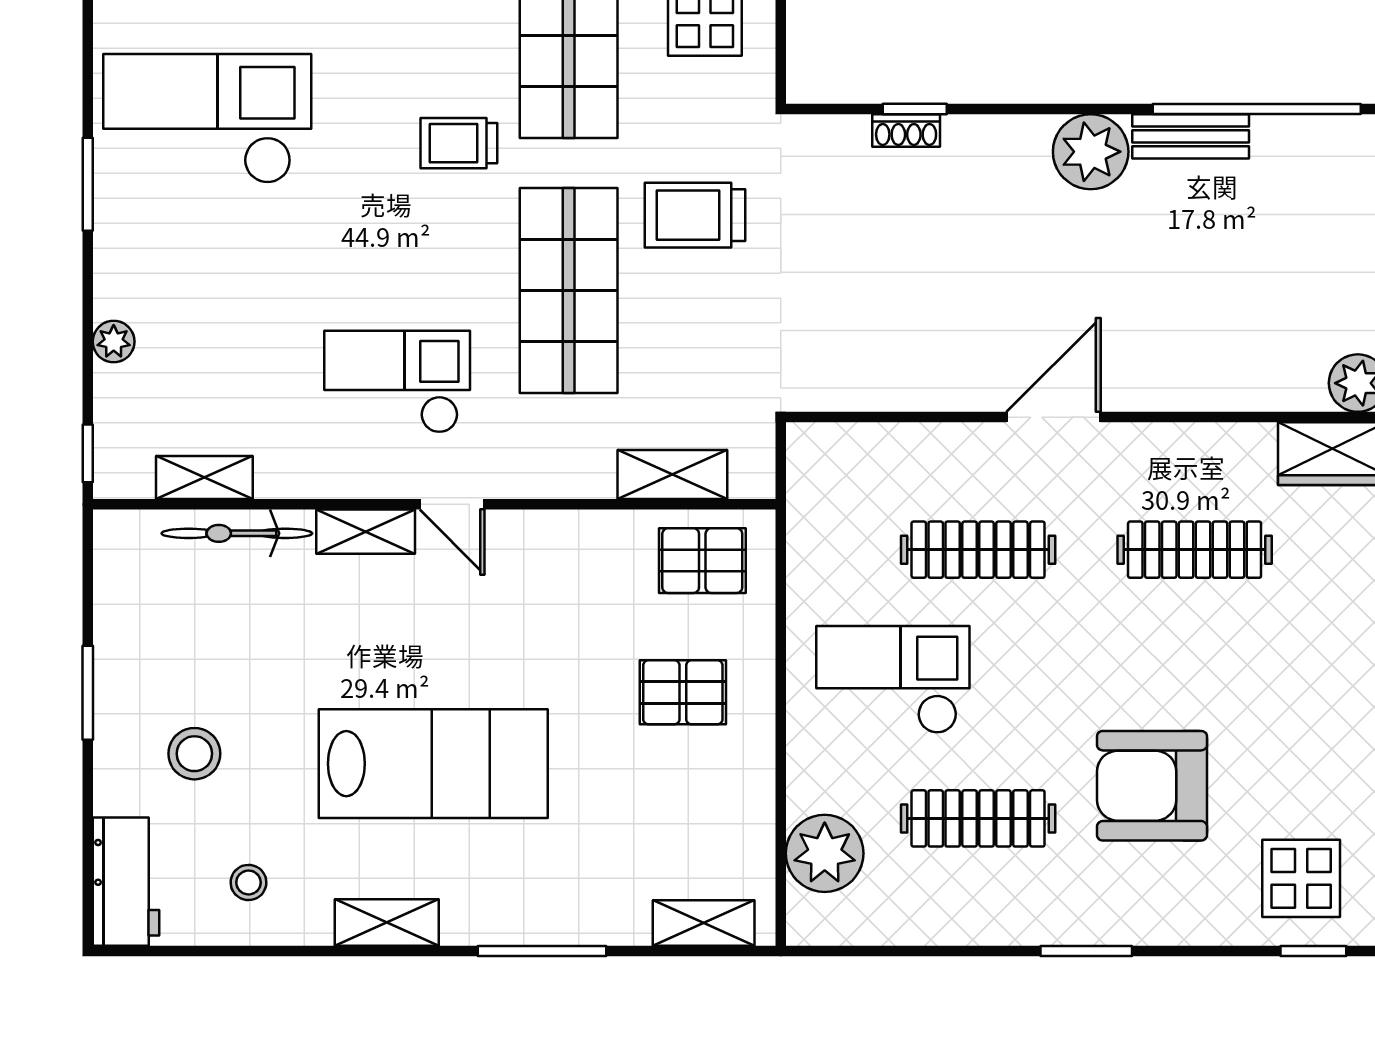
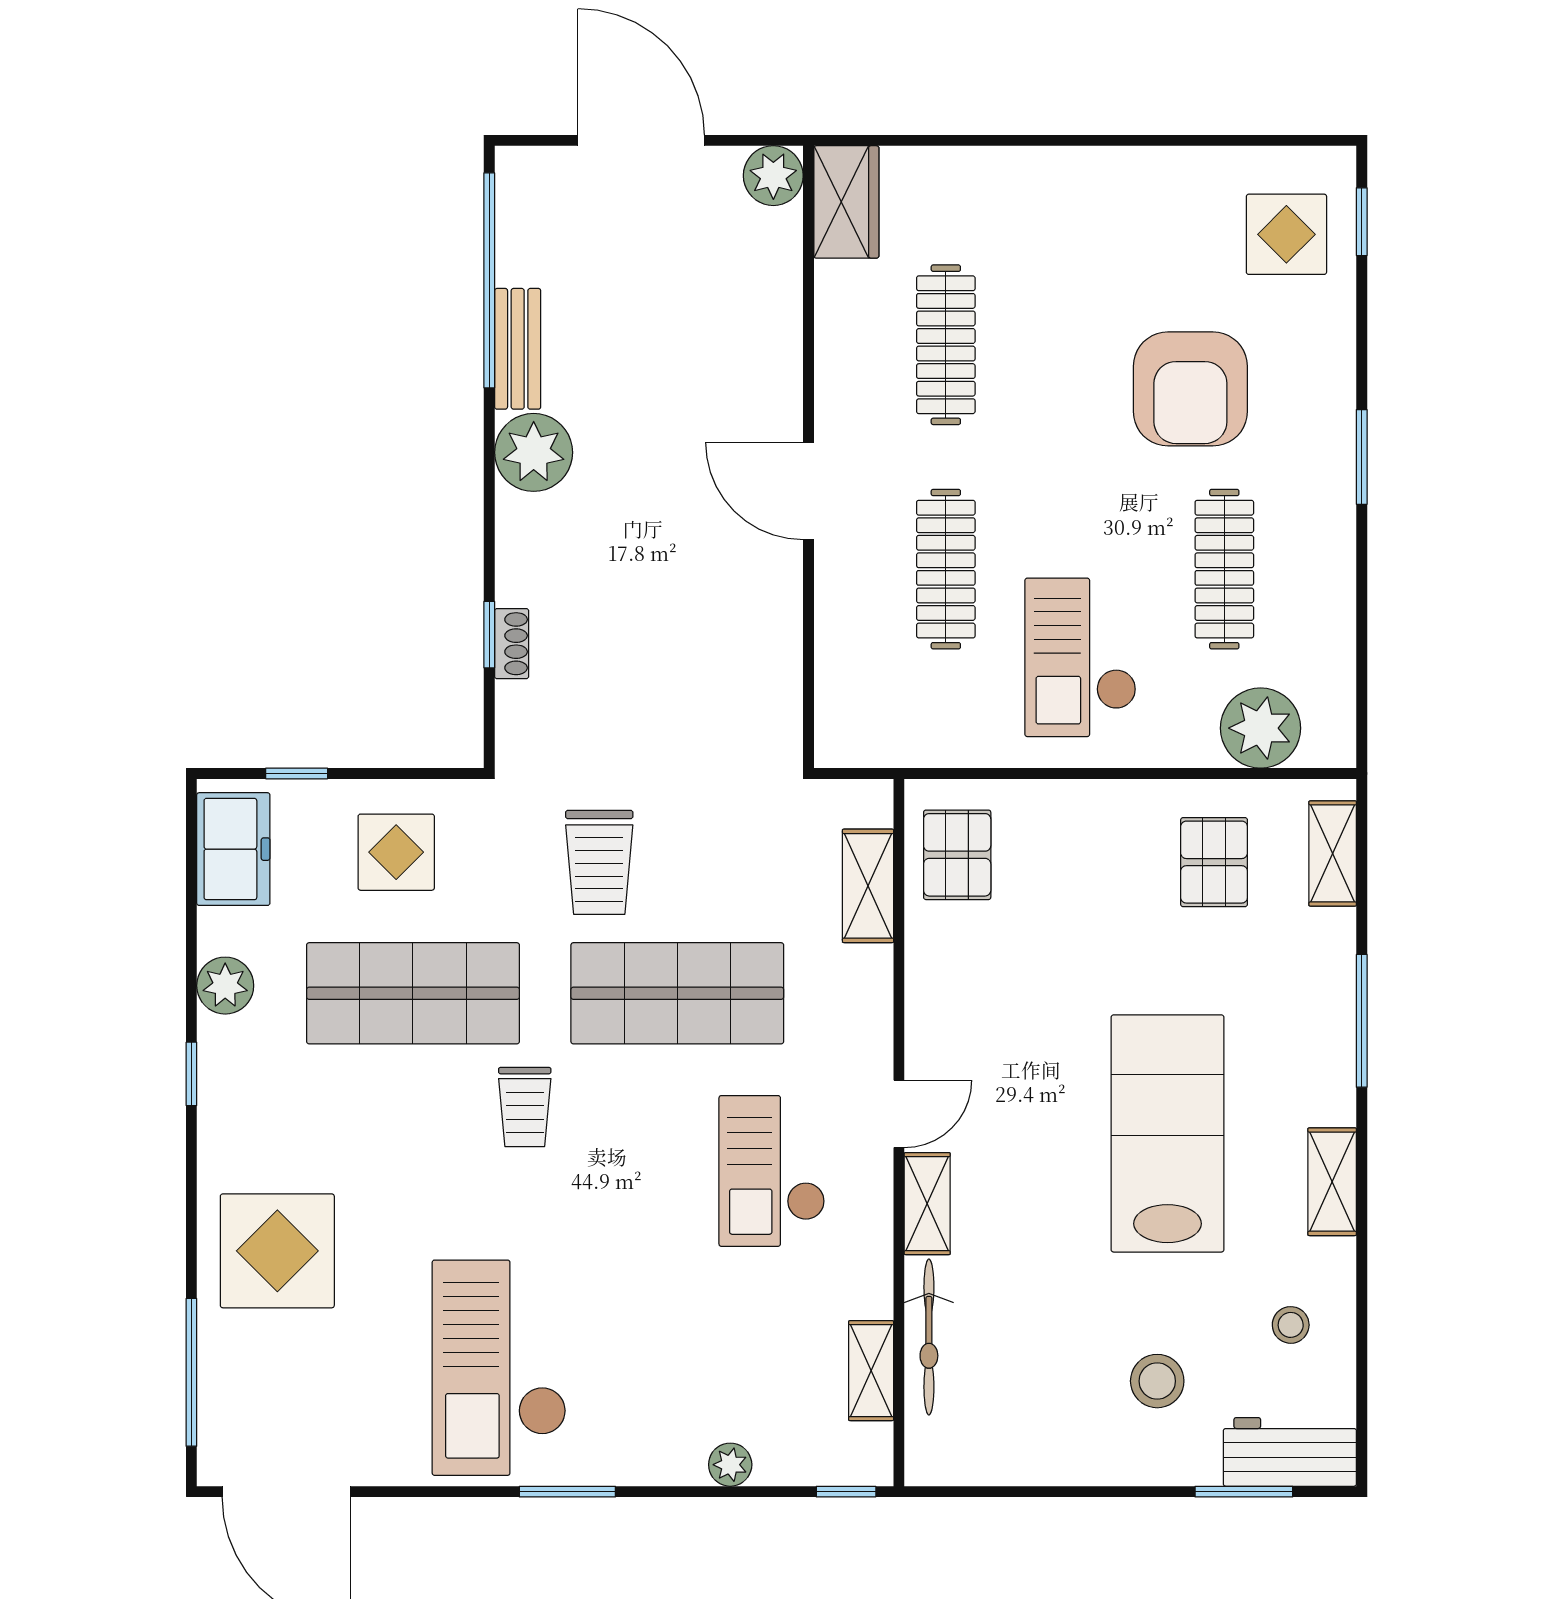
pallet: (683, 692) -> (1214, 862), moved
window: (88, 693) -> (1244, 1492), moved

